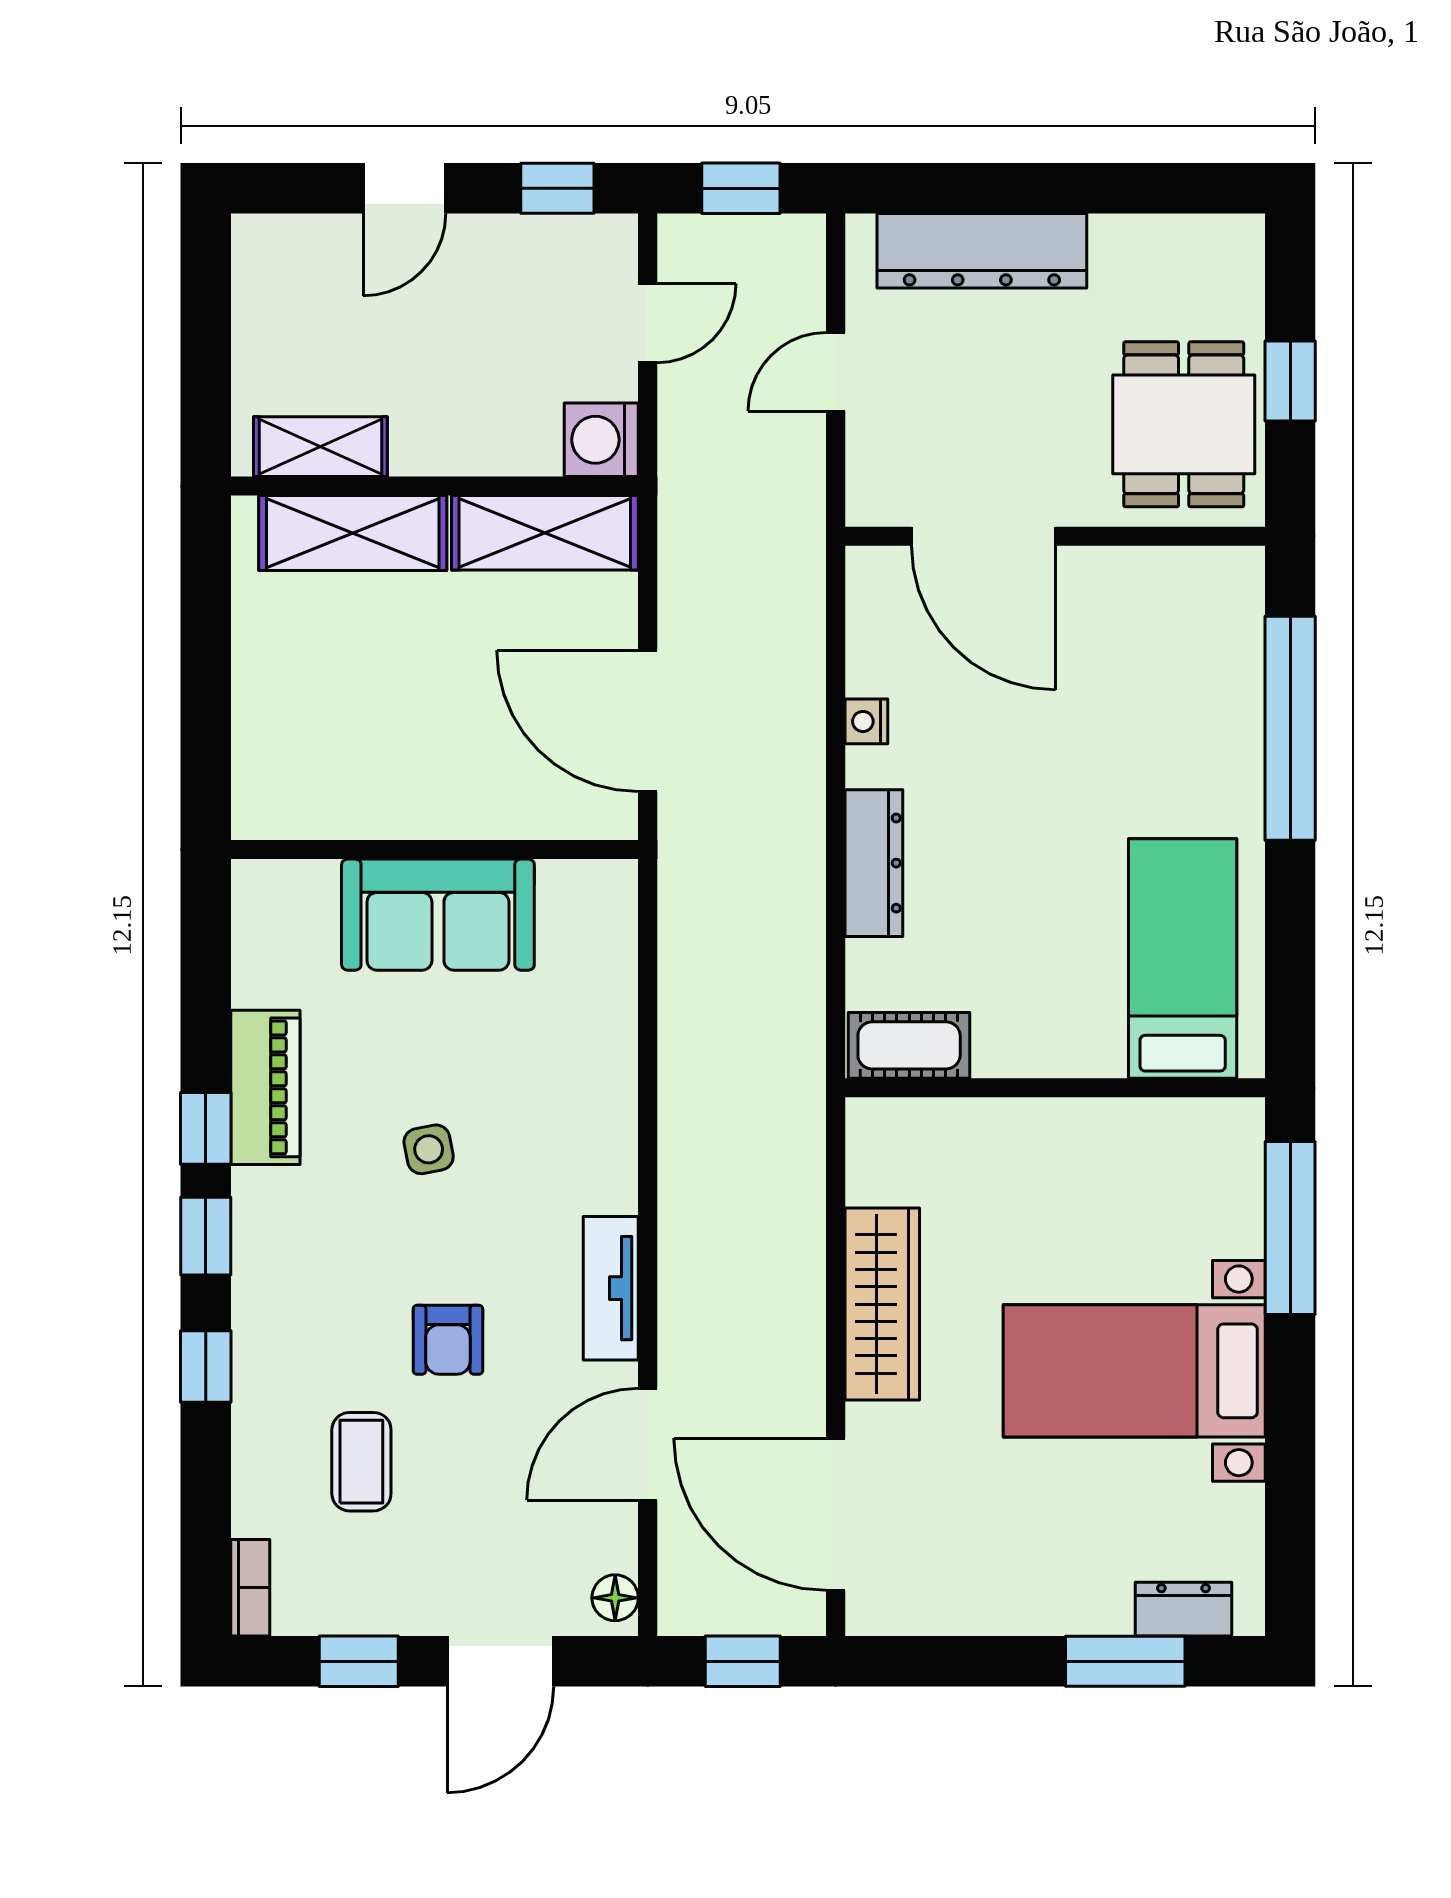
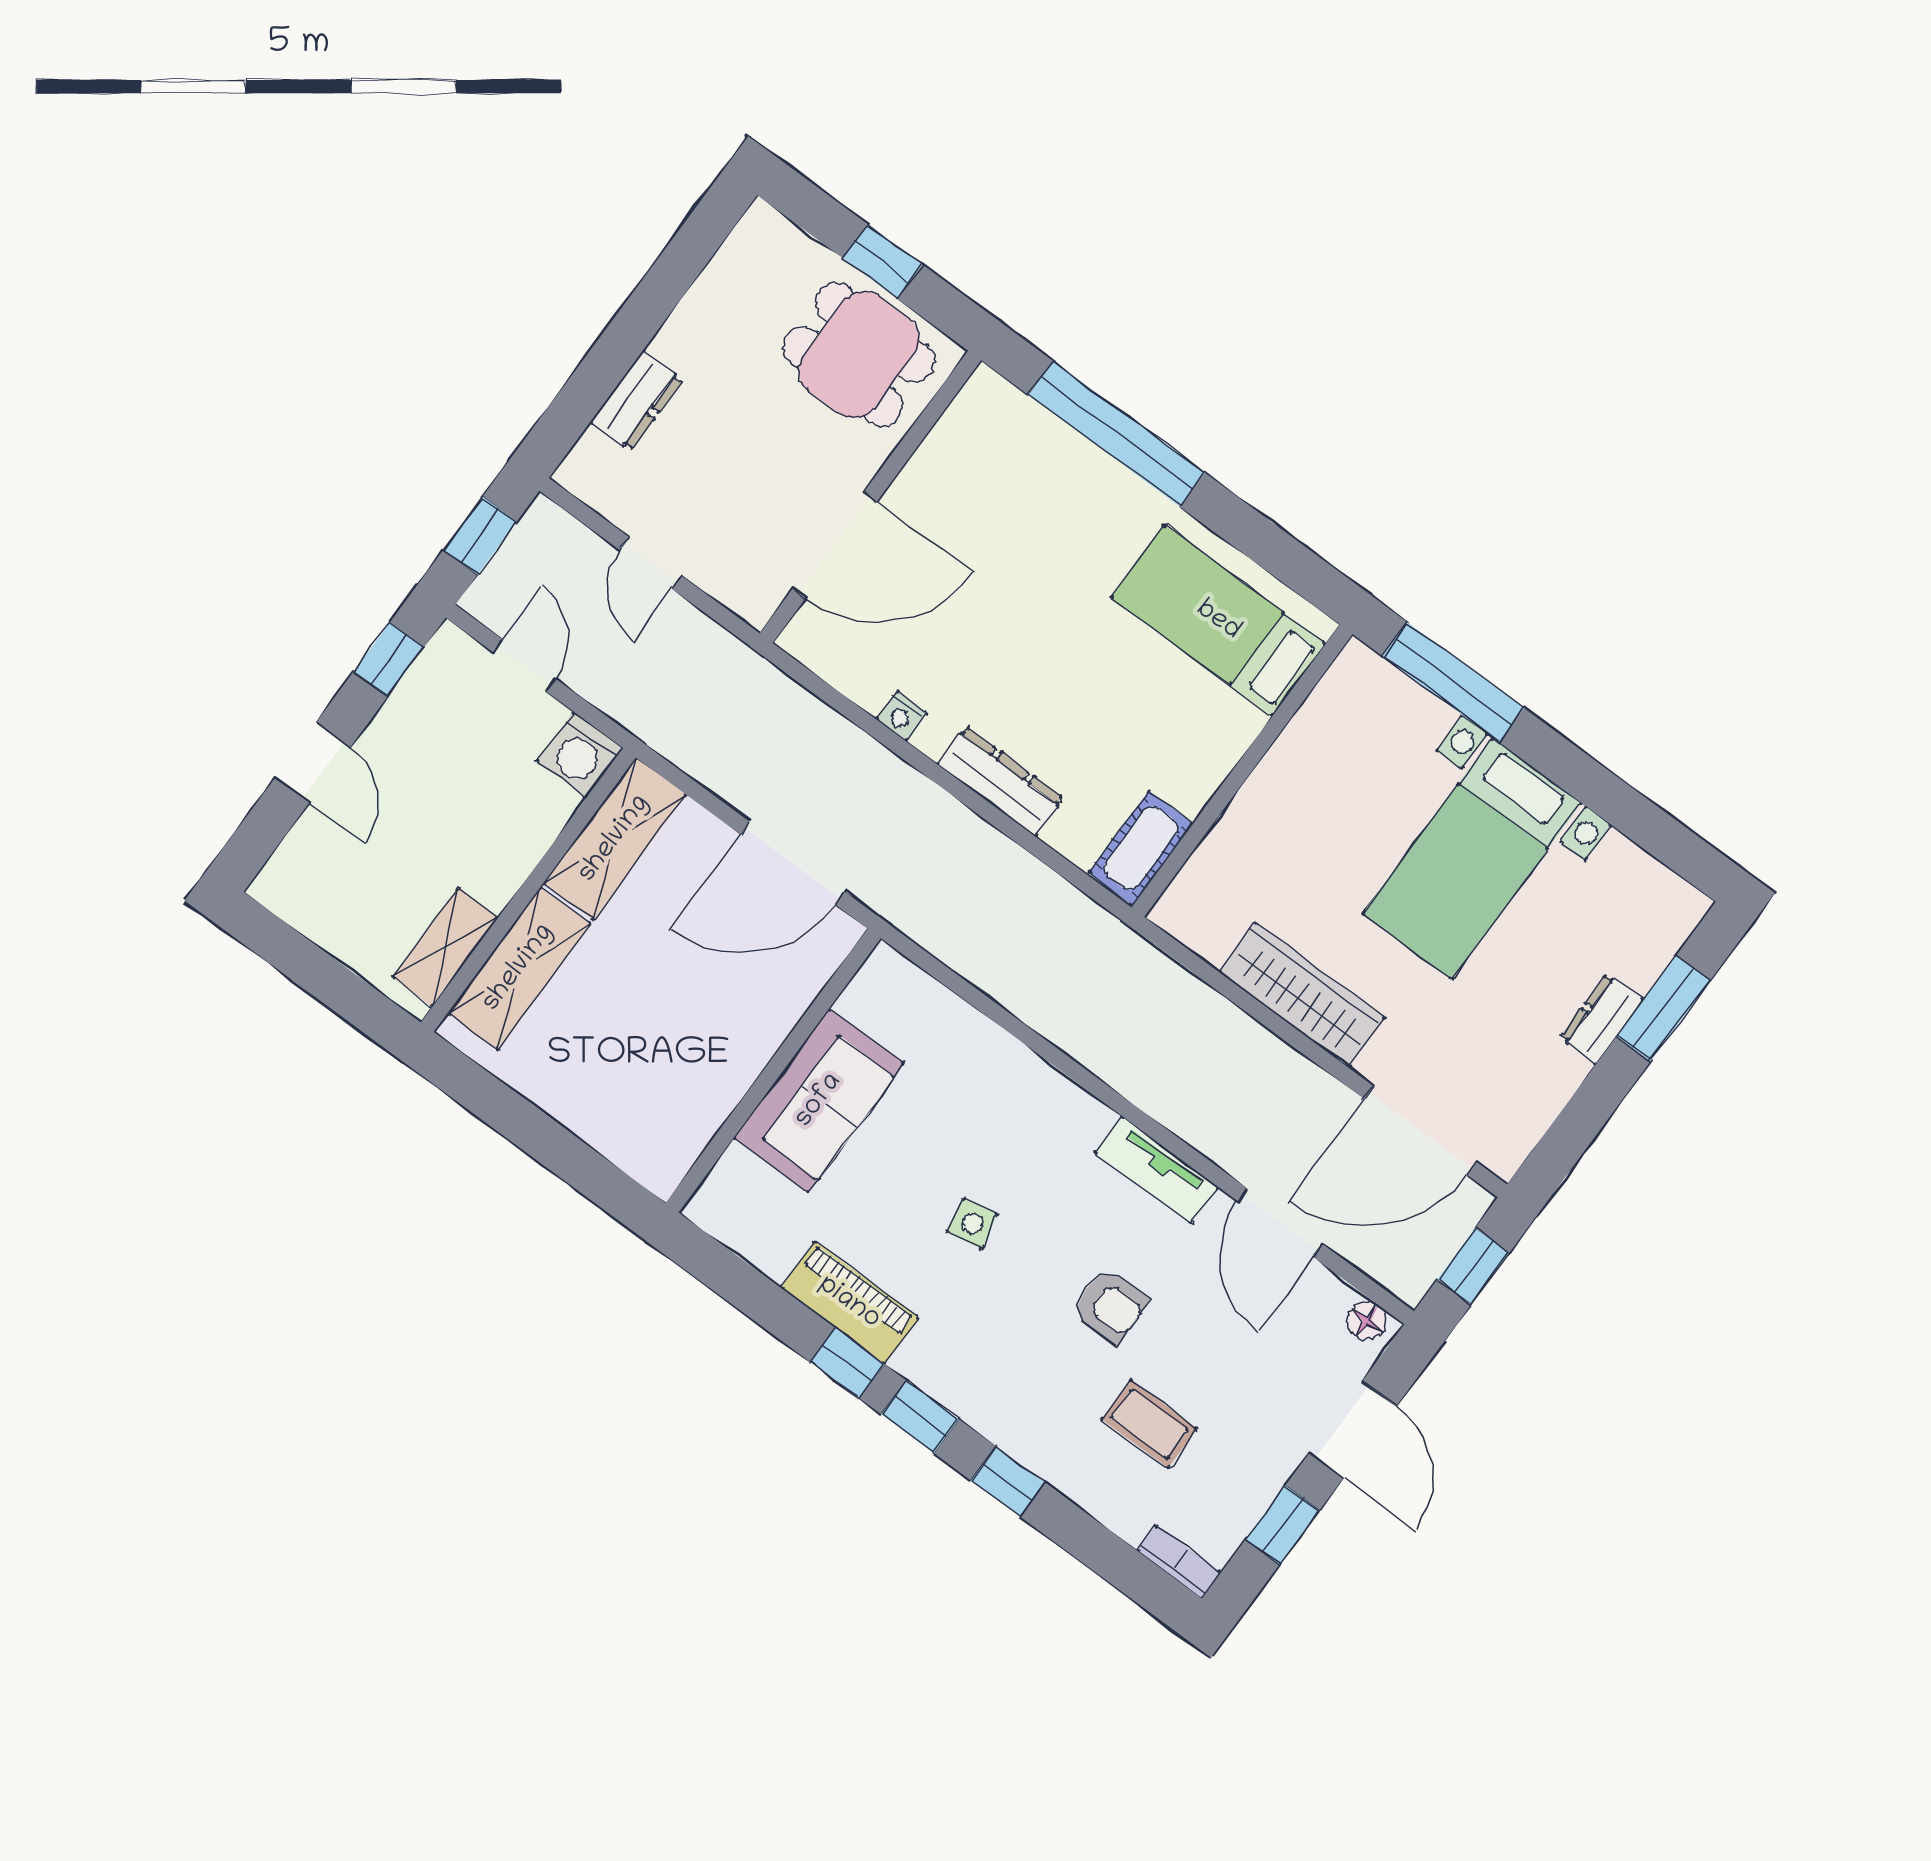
dresser: (982, 251) -> (637, 401), width x0.51, depth x0.80
dresser: (1184, 1609) -> (1601, 1019), moved

